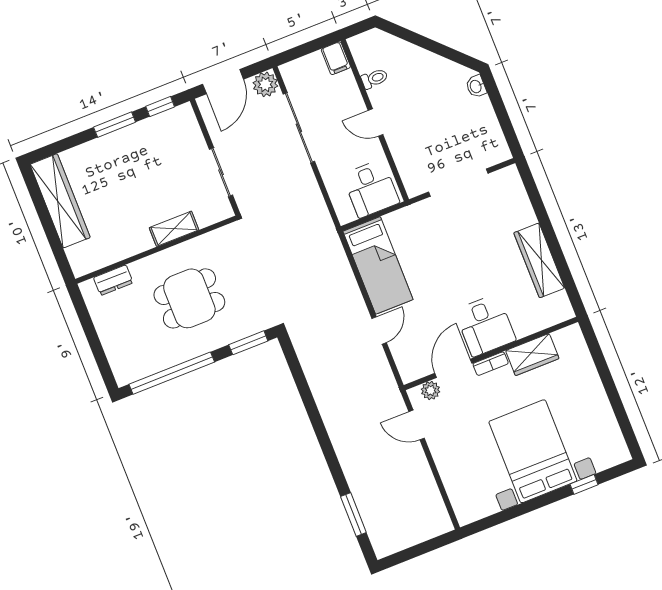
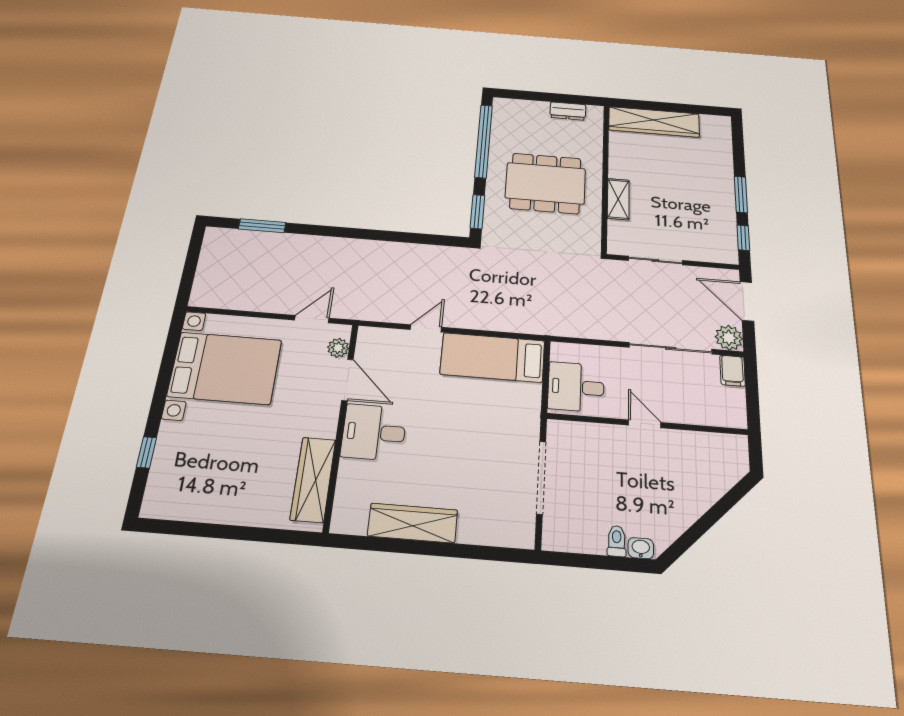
filing cabinet: (336, 58) -> (733, 371), moved, turned -90
toilet: (374, 79) -> (617, 541), moved, turned 180
door: (376, 122) -> (645, 424), hinge flipped
wardrobe: (60, 201) -> (654, 122), moved
dresser: (113, 280) -> (568, 111), moved, turned -90
dining table: (189, 298) -> (546, 183), width x1.38
door: (379, 330) -> (426, 328), swing flipped
wardrobe: (532, 355) -> (313, 479), width x1.50
bookcase: (491, 364) -> (331, 419), removed
bed with nightstands: (533, 451) -> (225, 368), moved

